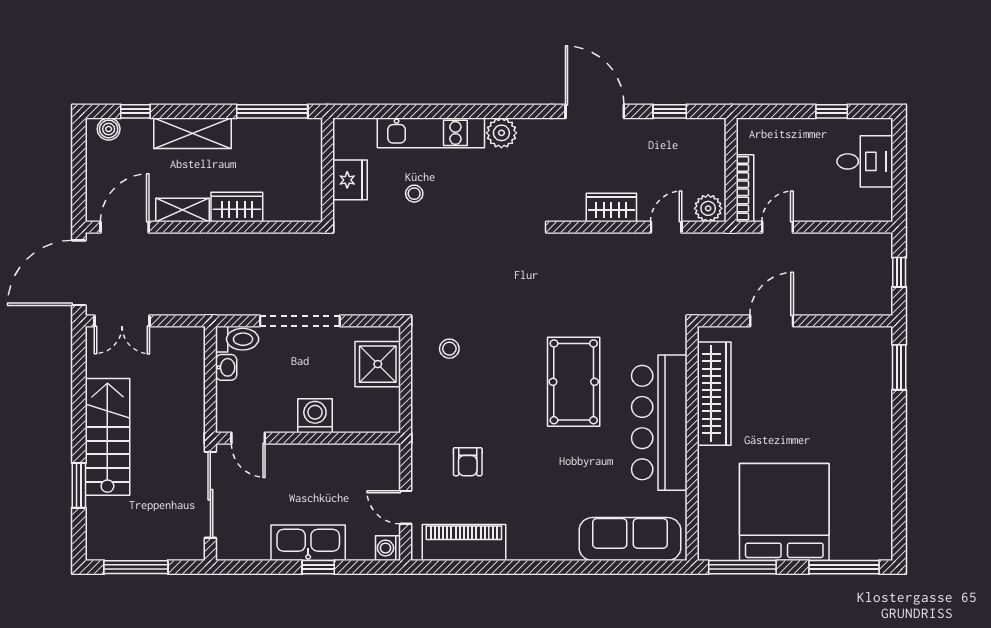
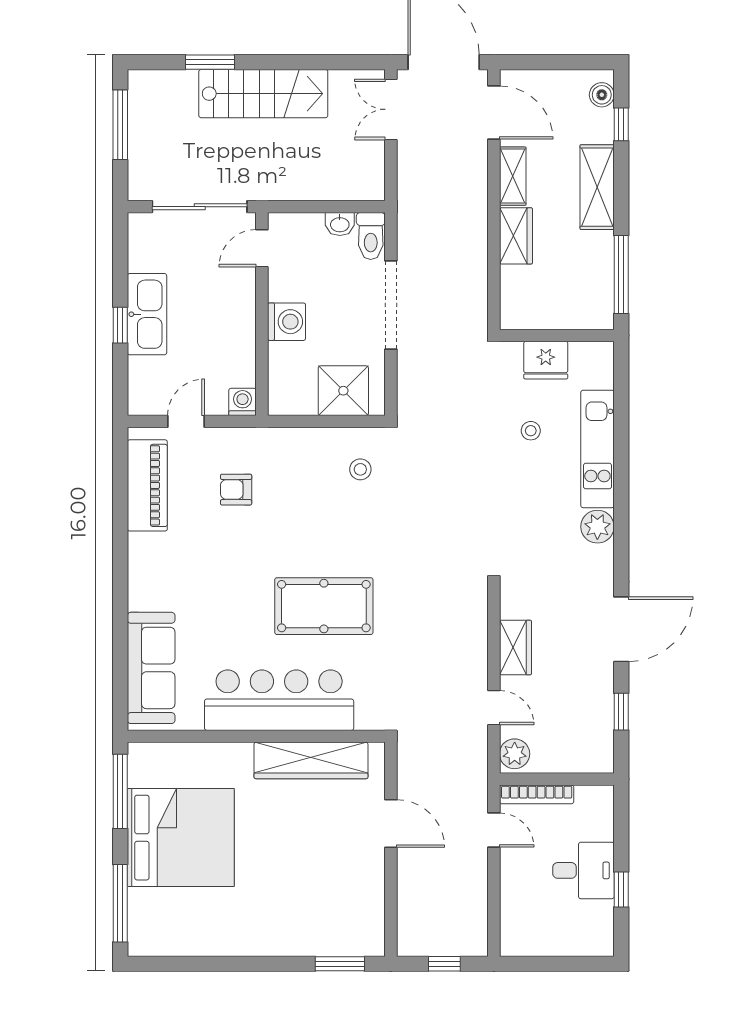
desk: (865, 161) -> (583, 870), moved, turned -90
washing machine: (388, 548) -> (243, 402), moved

